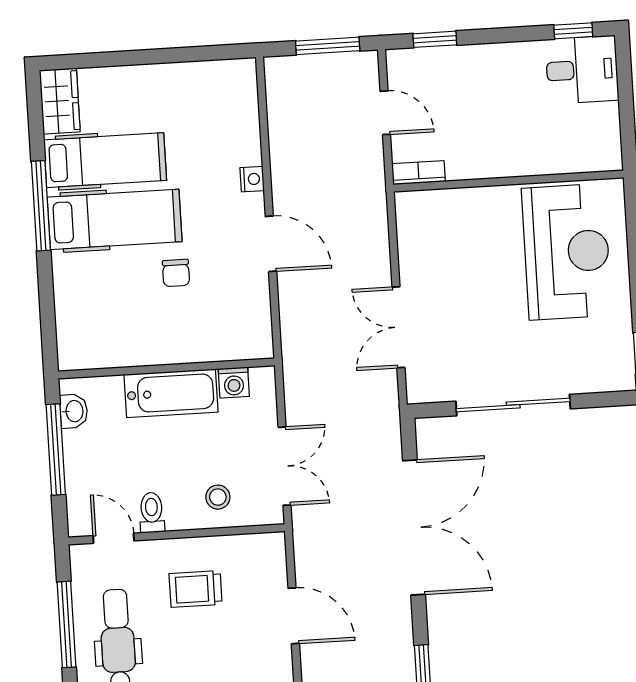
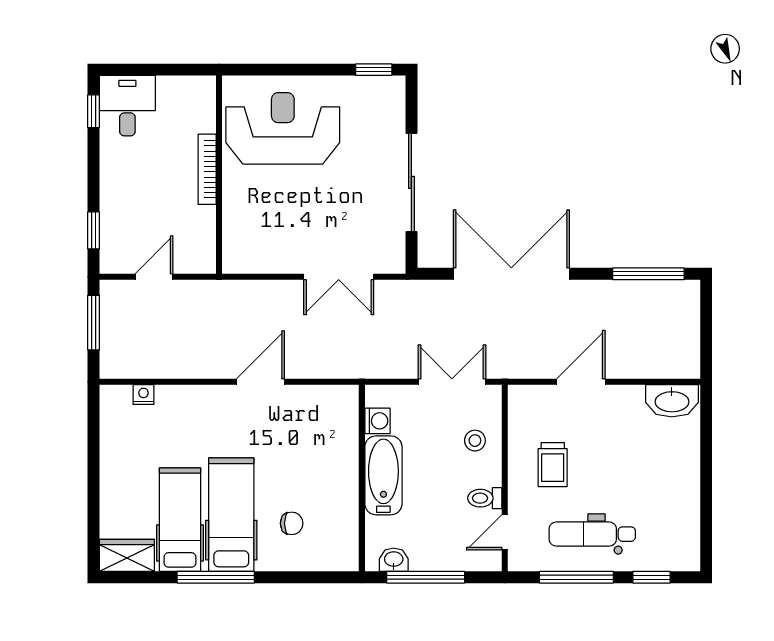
bookcase: (419, 173) -> (207, 169), moved, width x1.56
nightstand: (252, 179) -> (143, 395), moved
chair: (176, 273) -> (292, 523), moved

